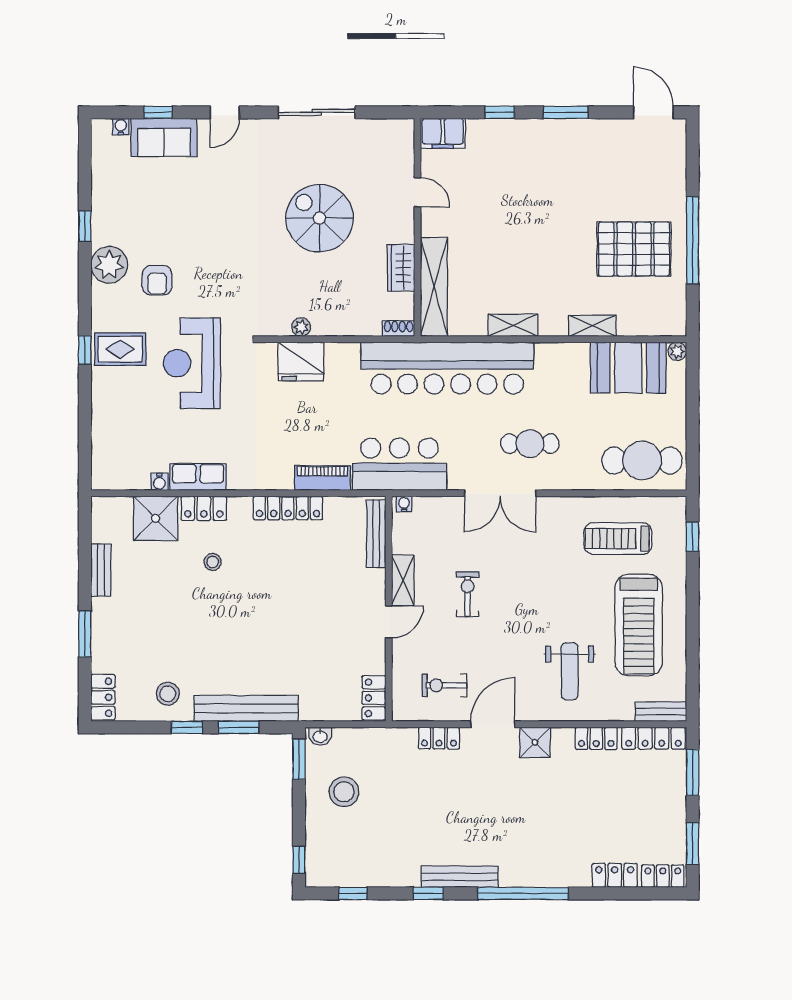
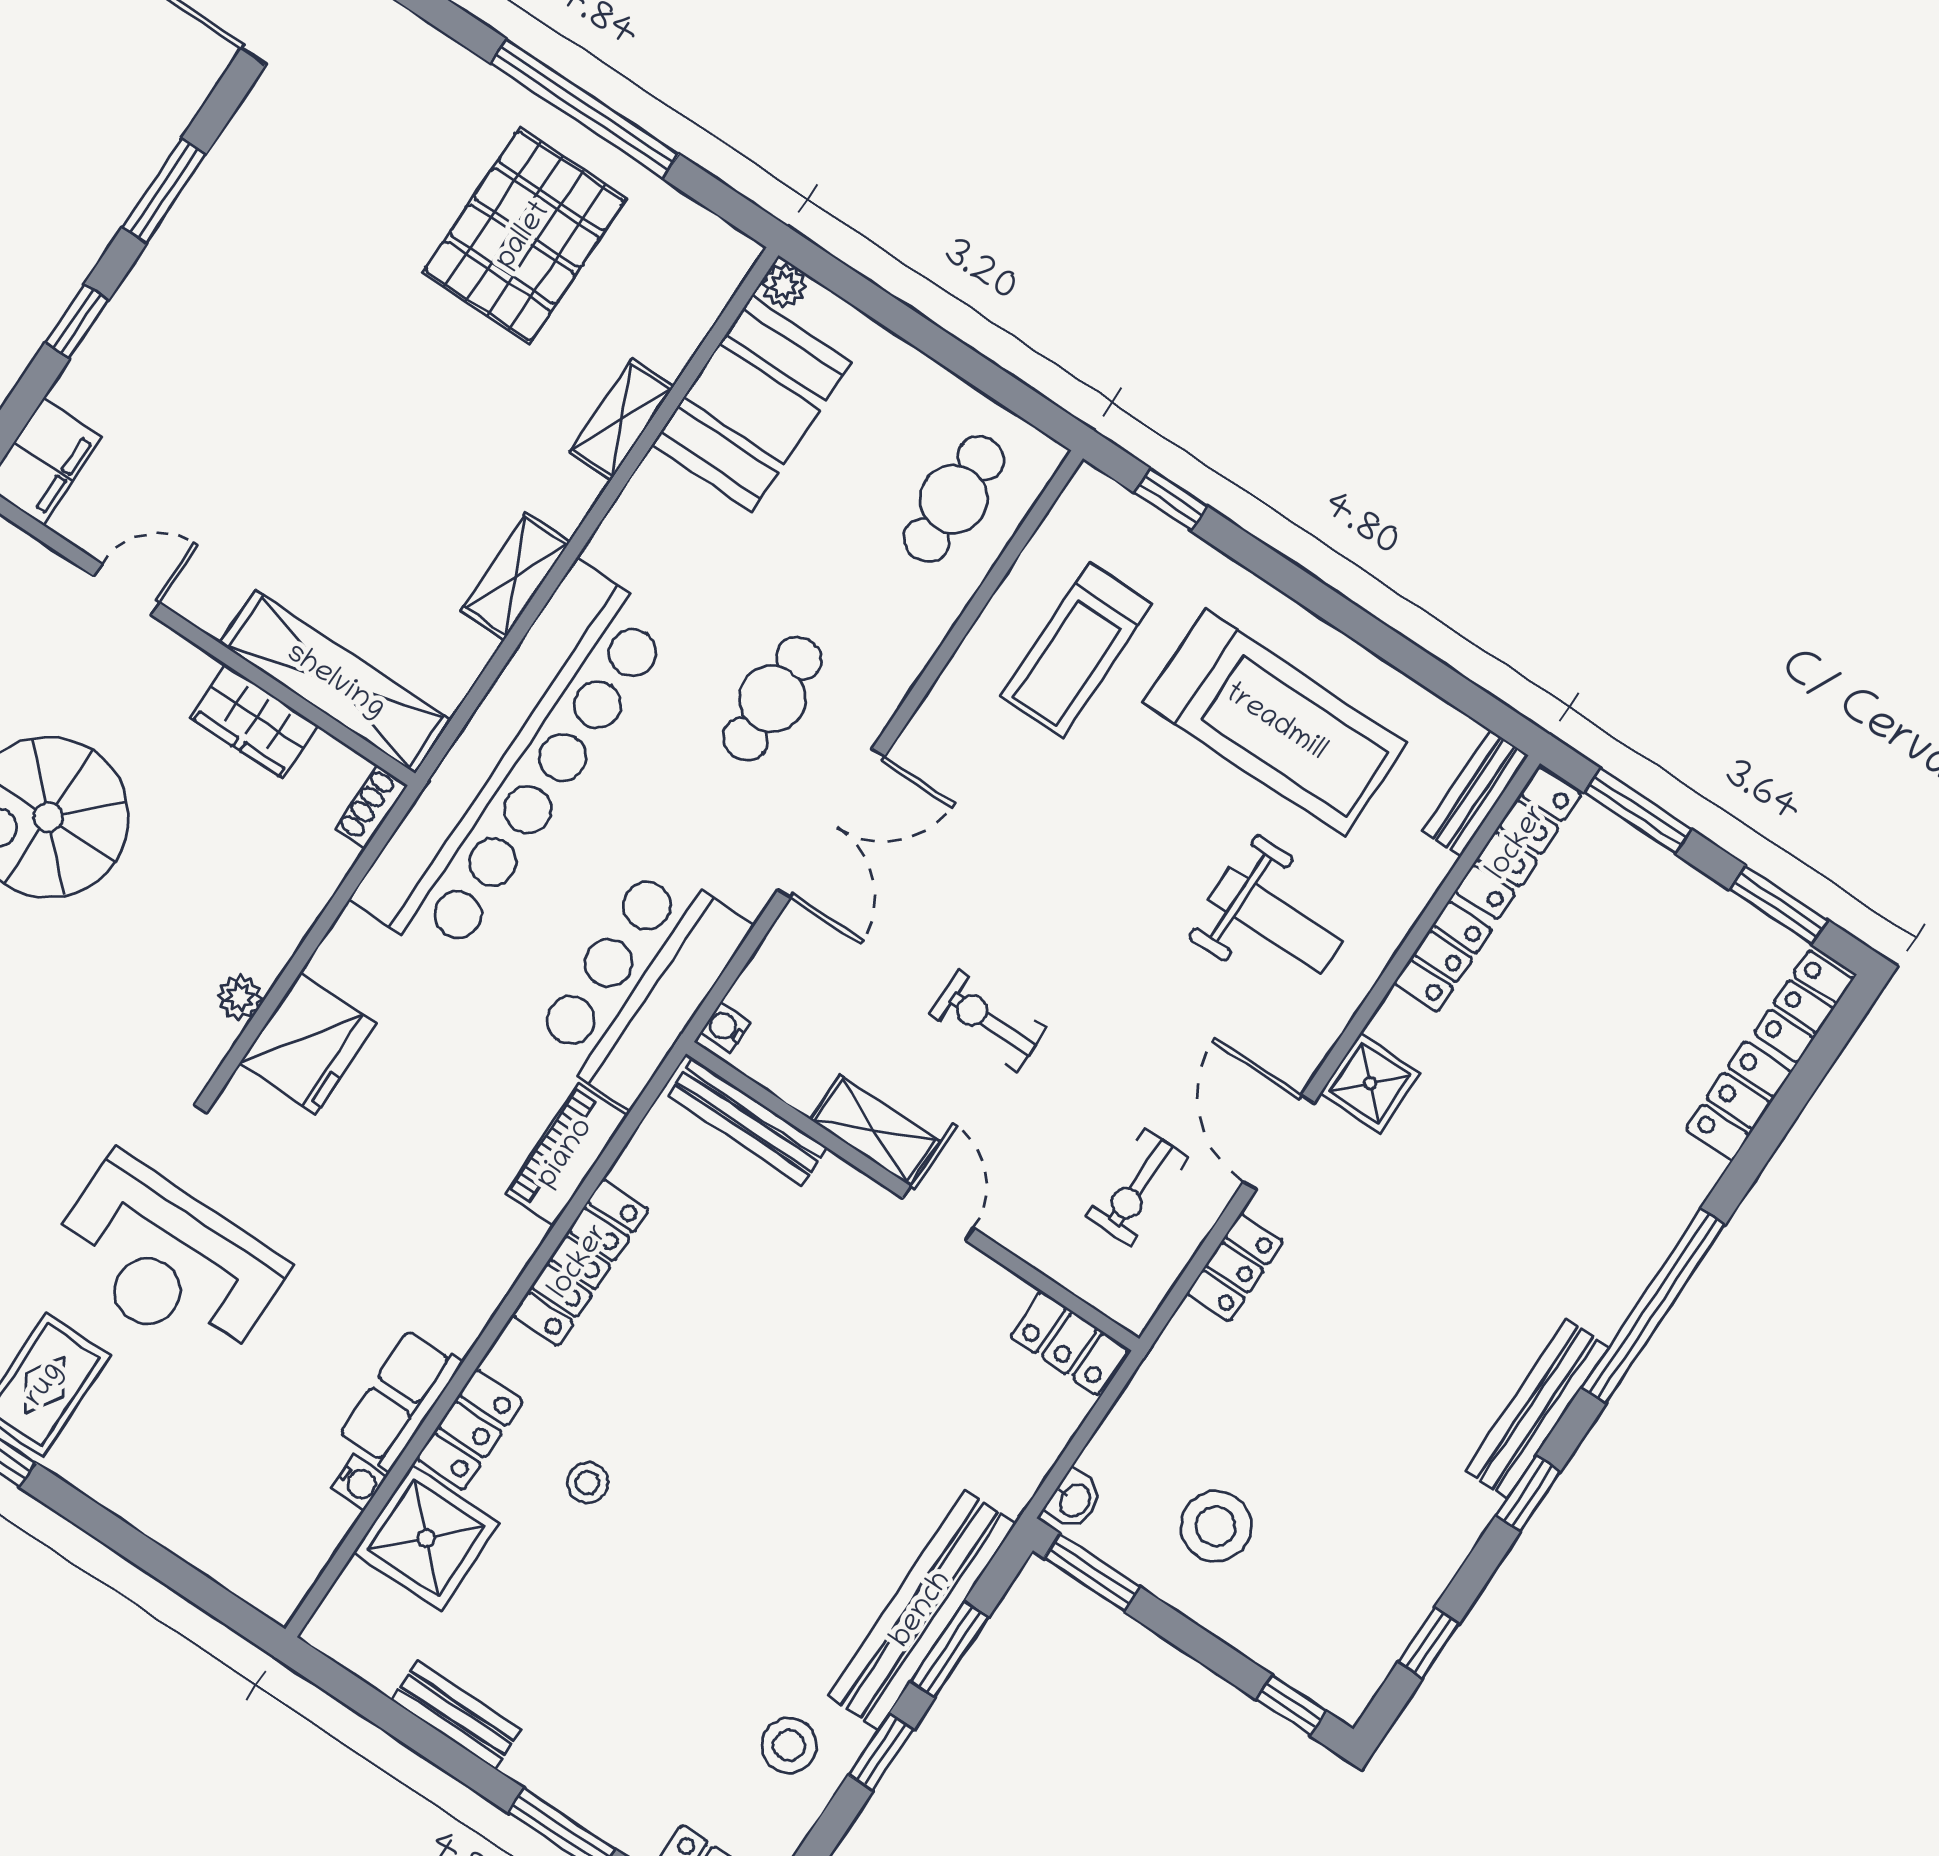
cafe table: (642, 461) -> (954, 499), width x0.73, depth x0.74

